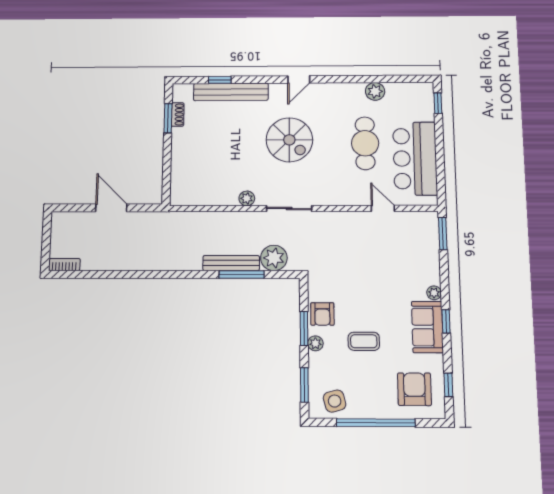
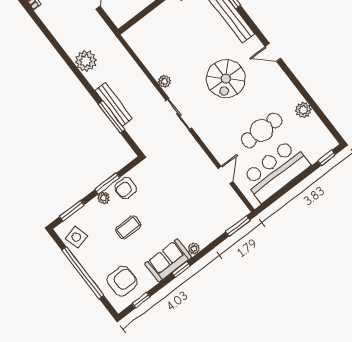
plant: (274, 258) -> (86, 61), moved
coffee table: (364, 341) -> (128, 227), turned 90

